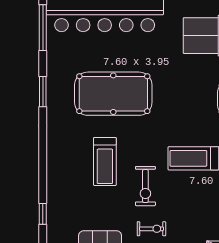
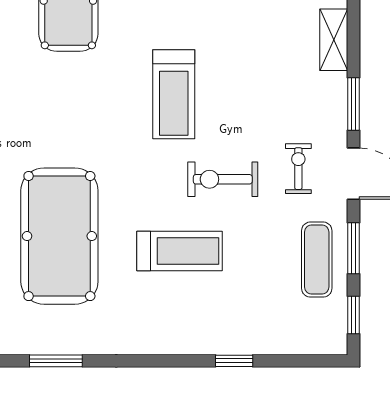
exercise bike: (145, 186) -> (223, 179), turned 180
window: (43, 214) -> (234, 361), moved

